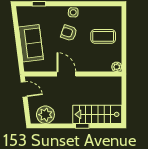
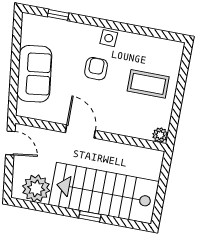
armchair: (69, 33) -> (96, 69), turned 71
stairs: (97, 114) -> (104, 193), width x1.36, depth x1.51

